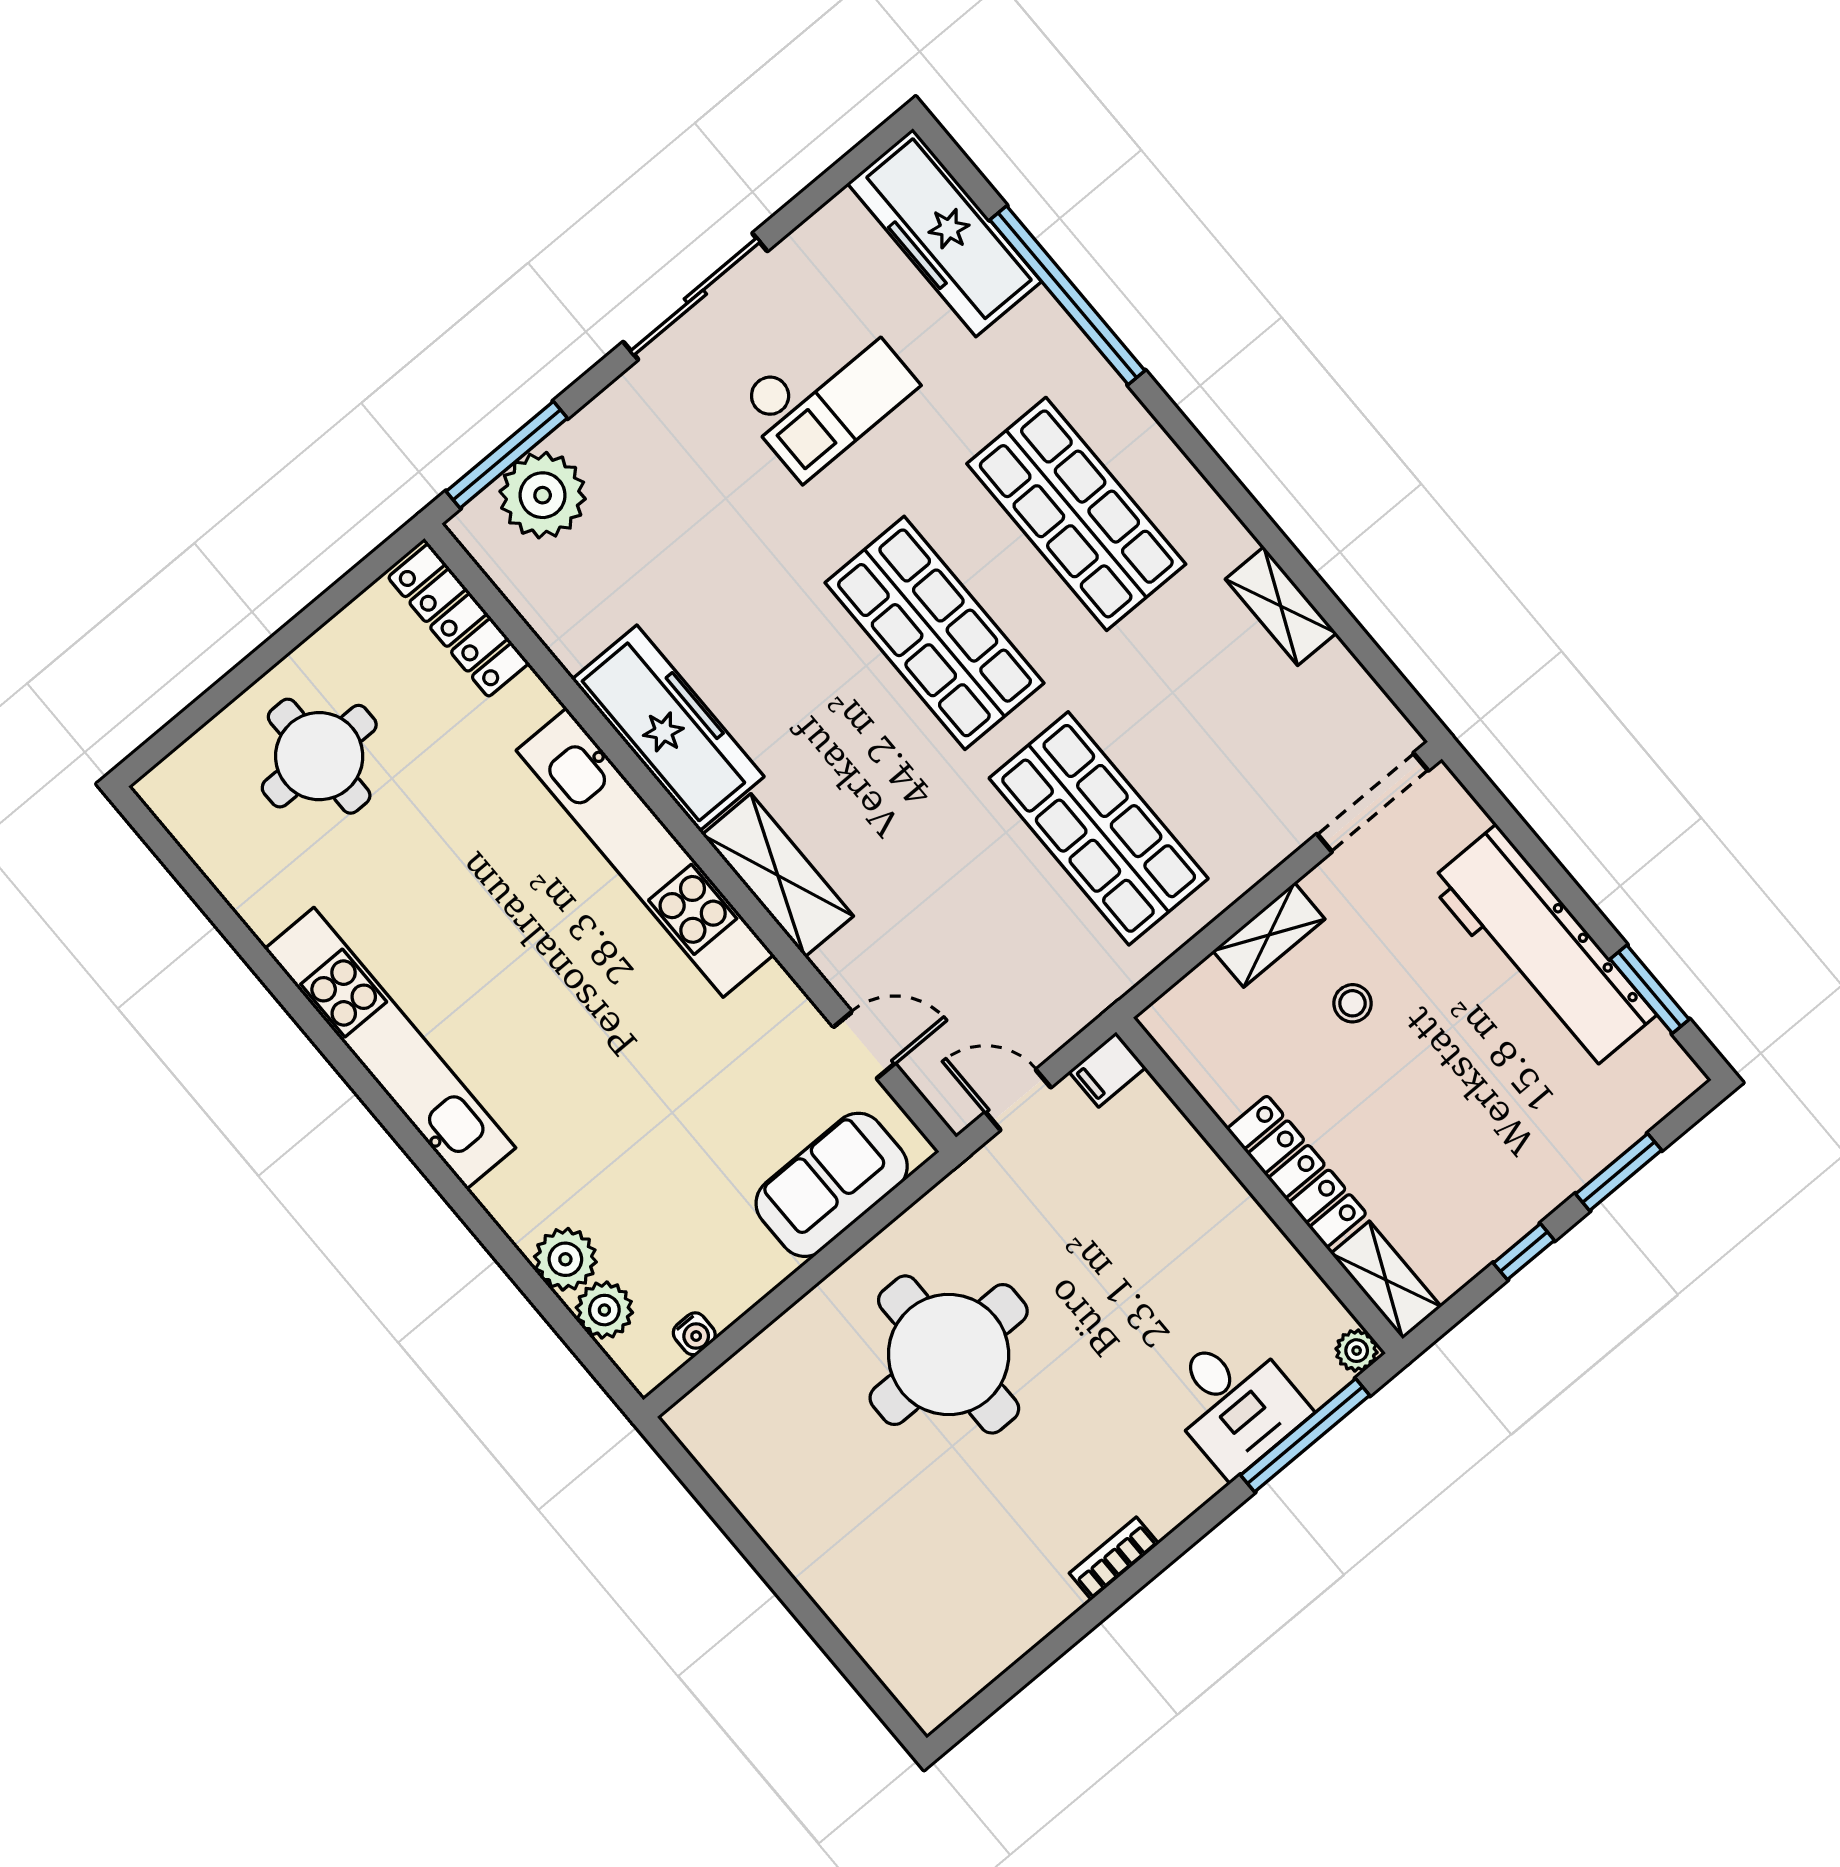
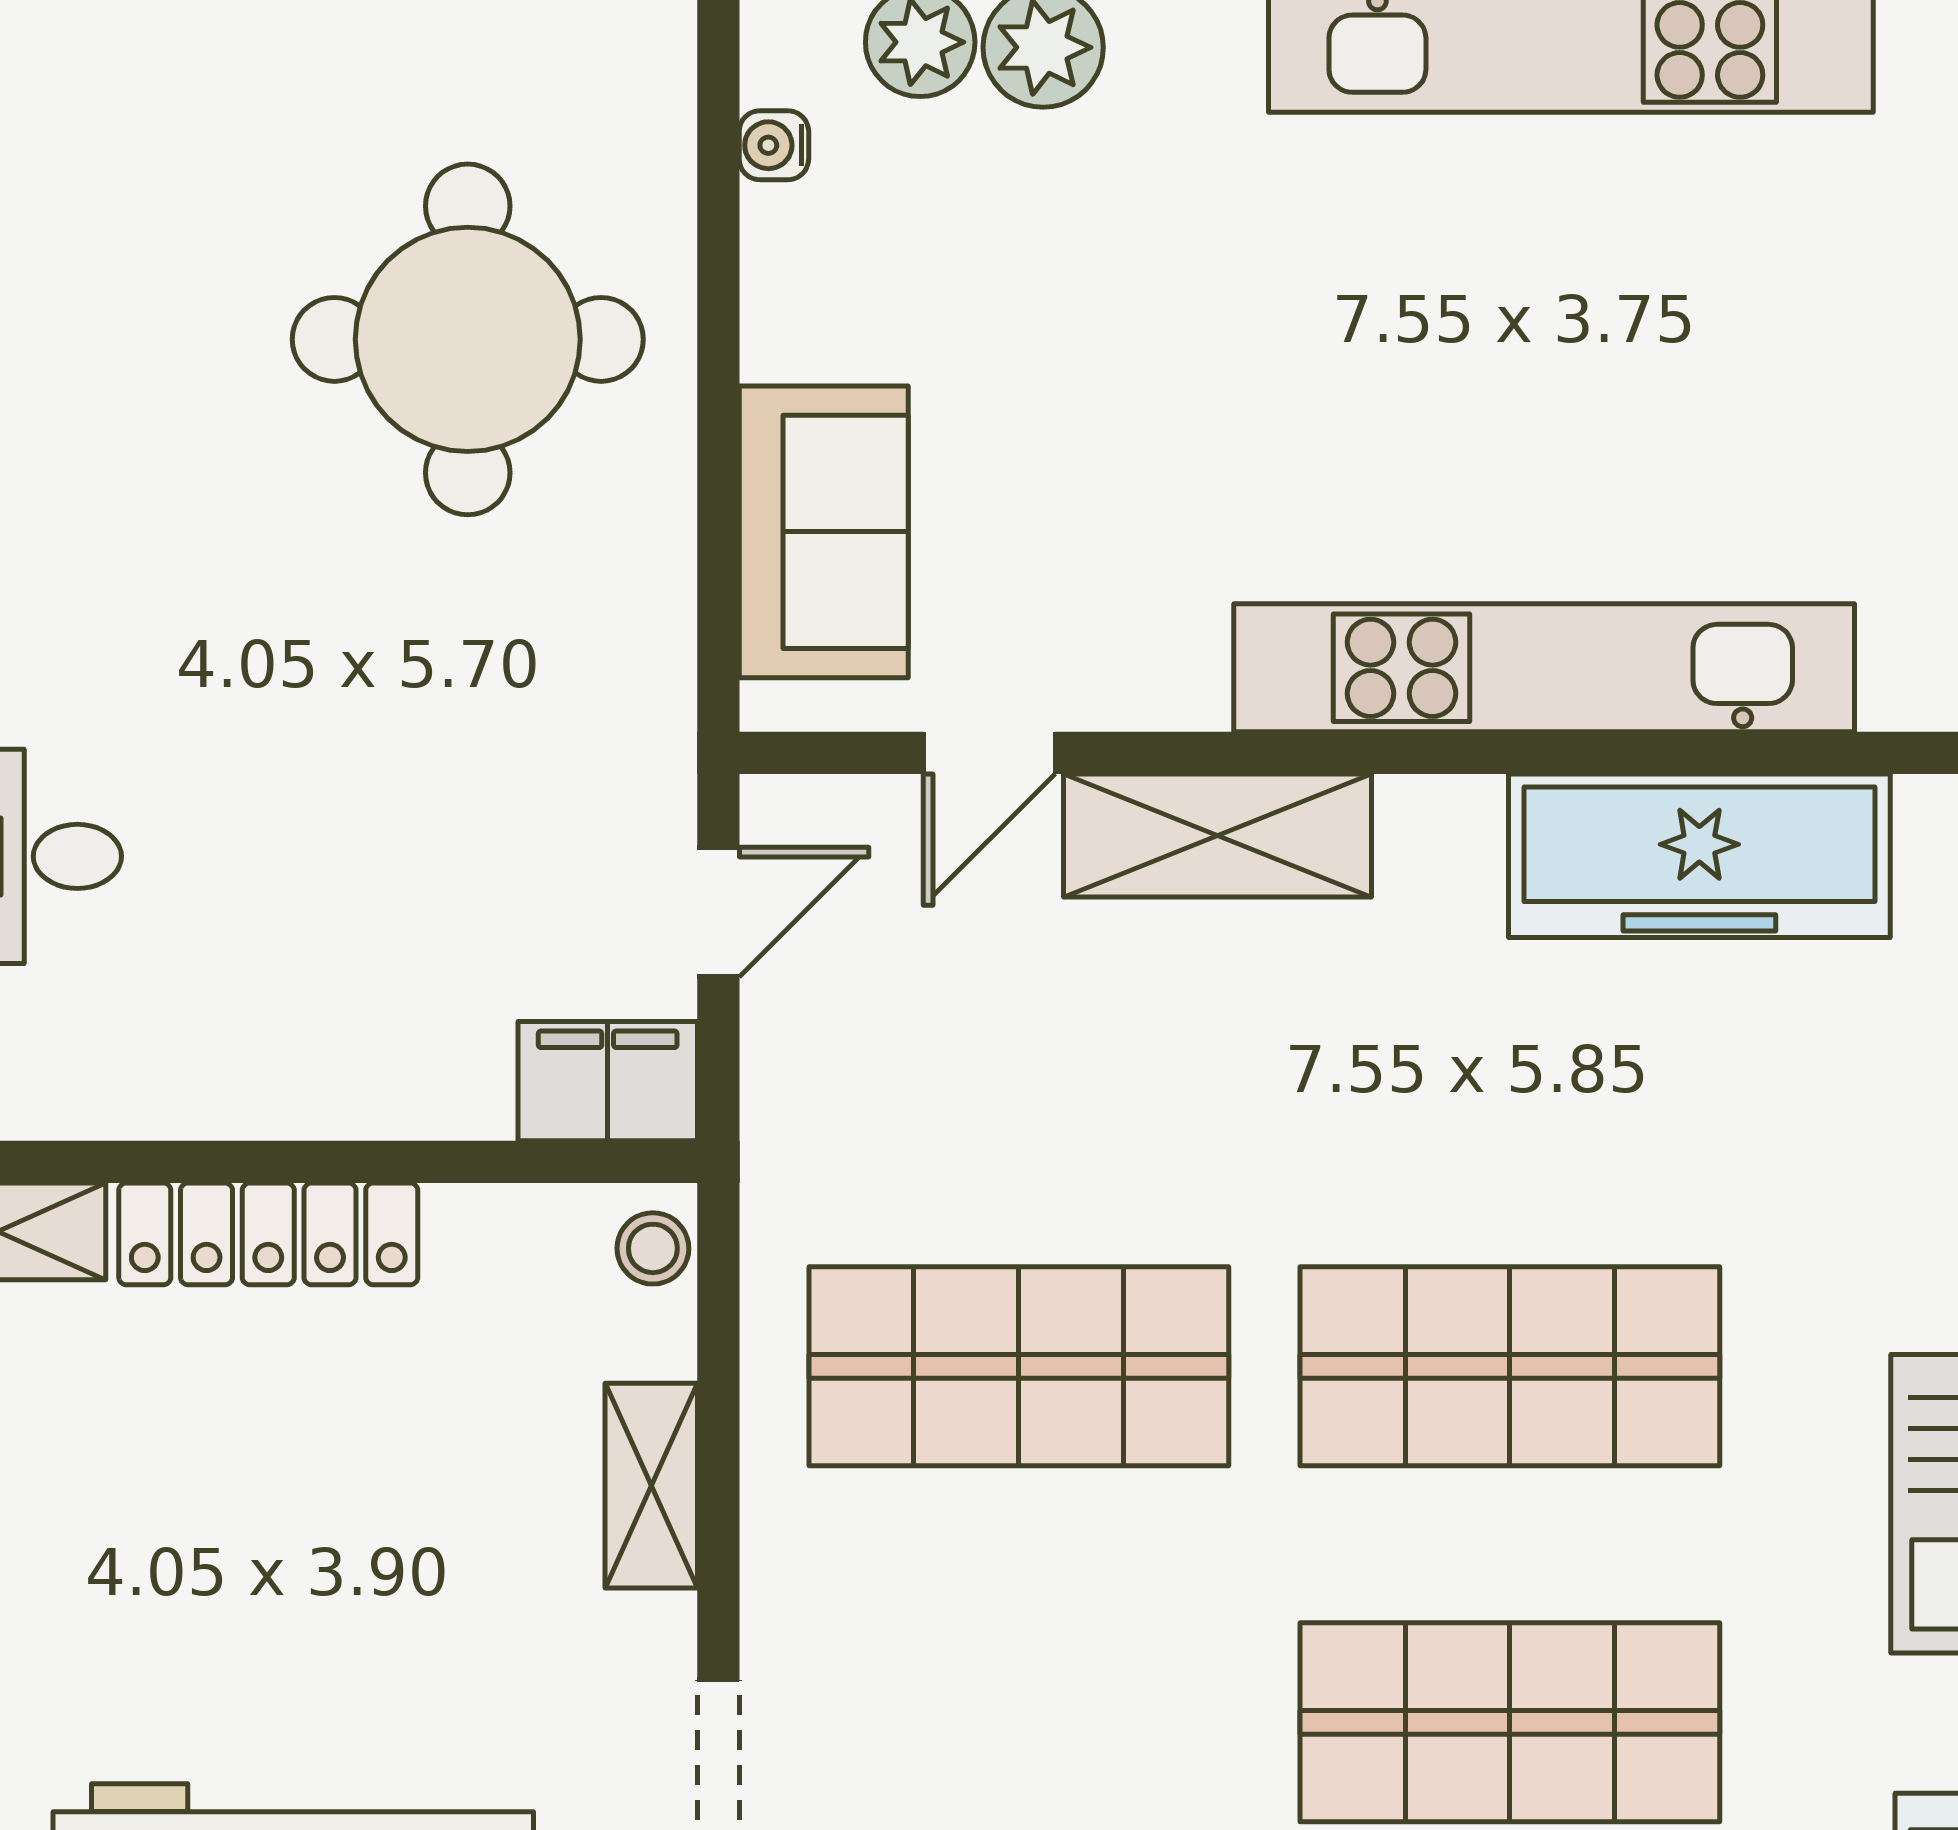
shelving: (778, 875) -> (1218, 835), moved
stool: (1352, 1003) -> (653, 1248), moved
filing cabinet: (1107, 1070) -> (608, 1081), width x2.00
round table: (949, 1354) -> (468, 339), moved

